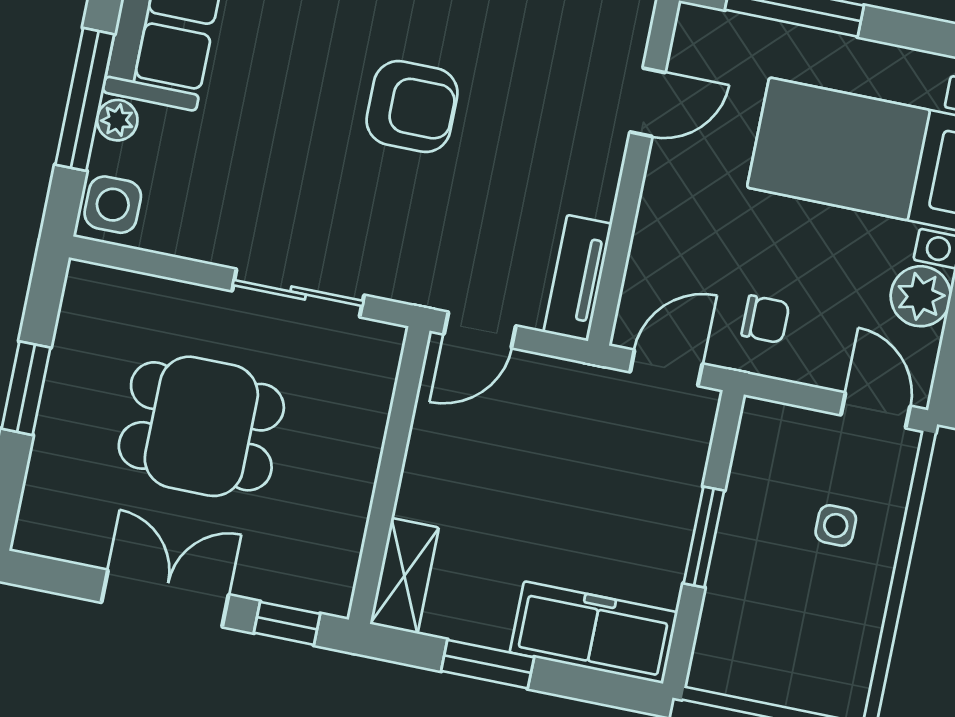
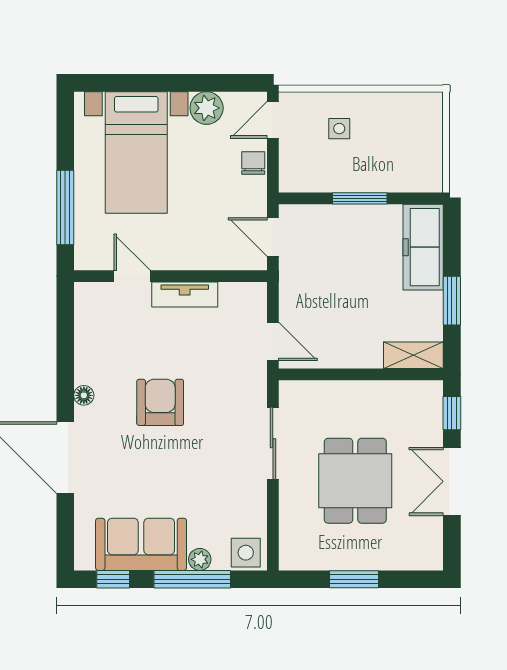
tv unit: (578, 278) -> (185, 295), moved
chair: (765, 319) -> (253, 163), moved

